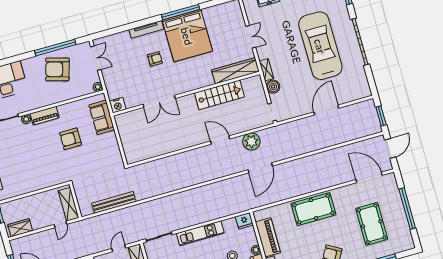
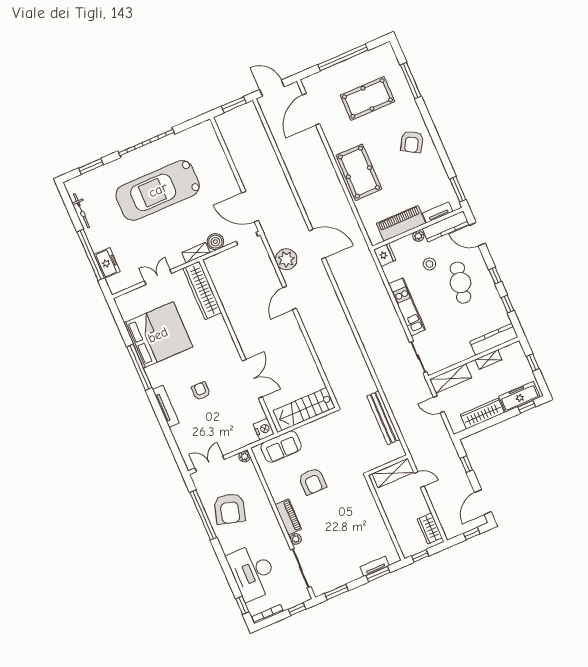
bed: (187, 36) -> (158, 335), moved
stairs: (219, 95) -> (304, 409), moved, turned -90
door: (326, 110) -> (250, 207), moved

